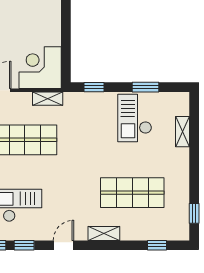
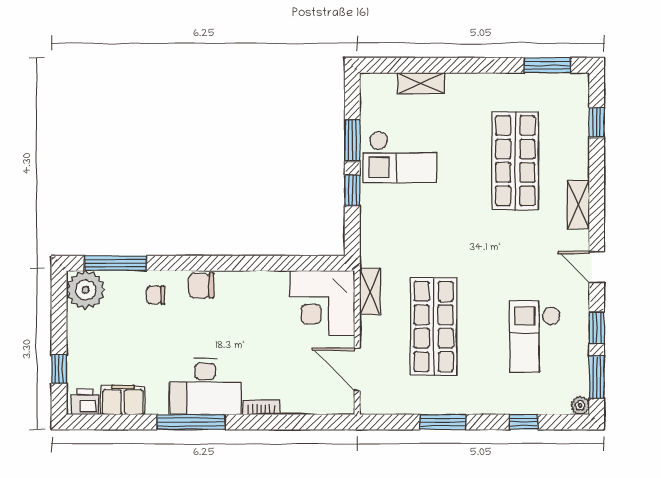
window: (94, 87) -> (352, 190), moved
window: (194, 213) -> (547, 65), width x1.50

